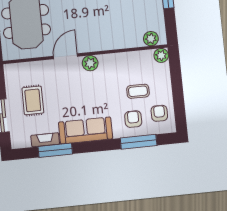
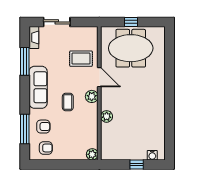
plant: (151, 39) -> (107, 116), moved
coffee table: (138, 91) -> (68, 102), moved
rug: (33, 100) -> (81, 59), moved
fireplace: (45, 140) -> (34, 37), moved

